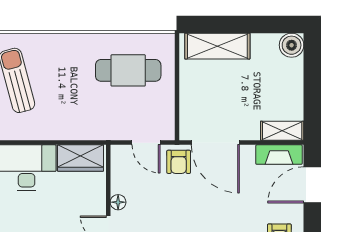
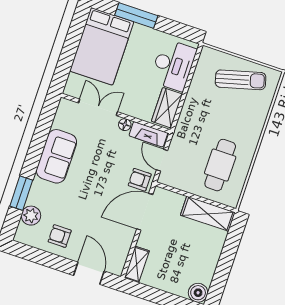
shelving: (217, 46) -> (208, 214), moved, turned 90
door: (146, 143) -> (162, 160), hinge flipped
fireplace: (279, 155) -> (148, 134), moved, turned -90

